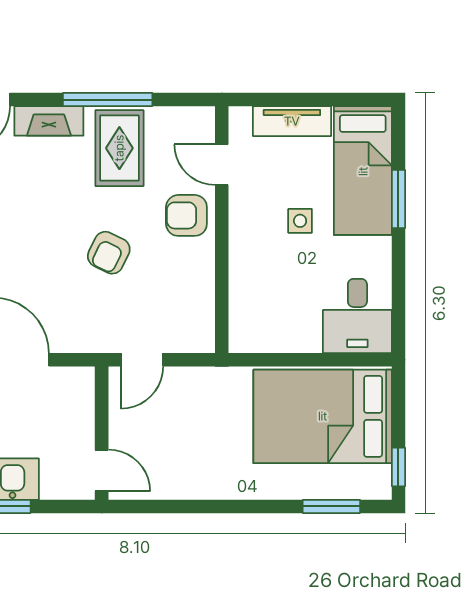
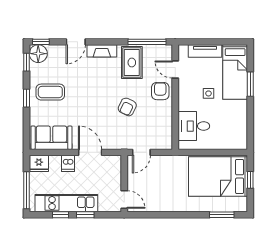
window: (108, 100) -> (147, 42), moved
armchair: (186, 215) -> (160, 91), turned 90
desk: (357, 316) -> (194, 126), moved, turned 90
window: (398, 467) -> (250, 180), moved

